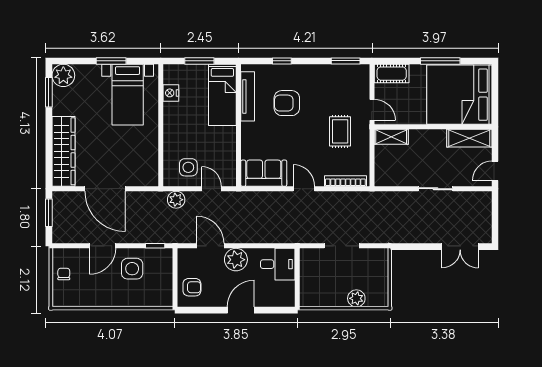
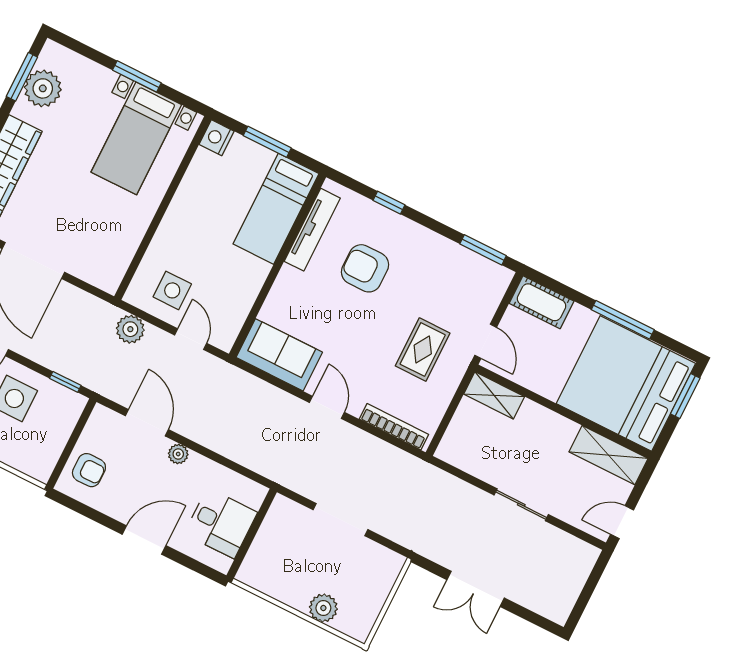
plant: (63, 75) -> (43, 88), moved
window: (495, 85) -> (685, 396), added
nightstand: (171, 93) -> (217, 138), moved
double door: (460, 247) -> (476, 589), moved
plant: (236, 260) -> (178, 454), width x0.53, depth x0.53
desk: (278, 264) -> (221, 523), moved

